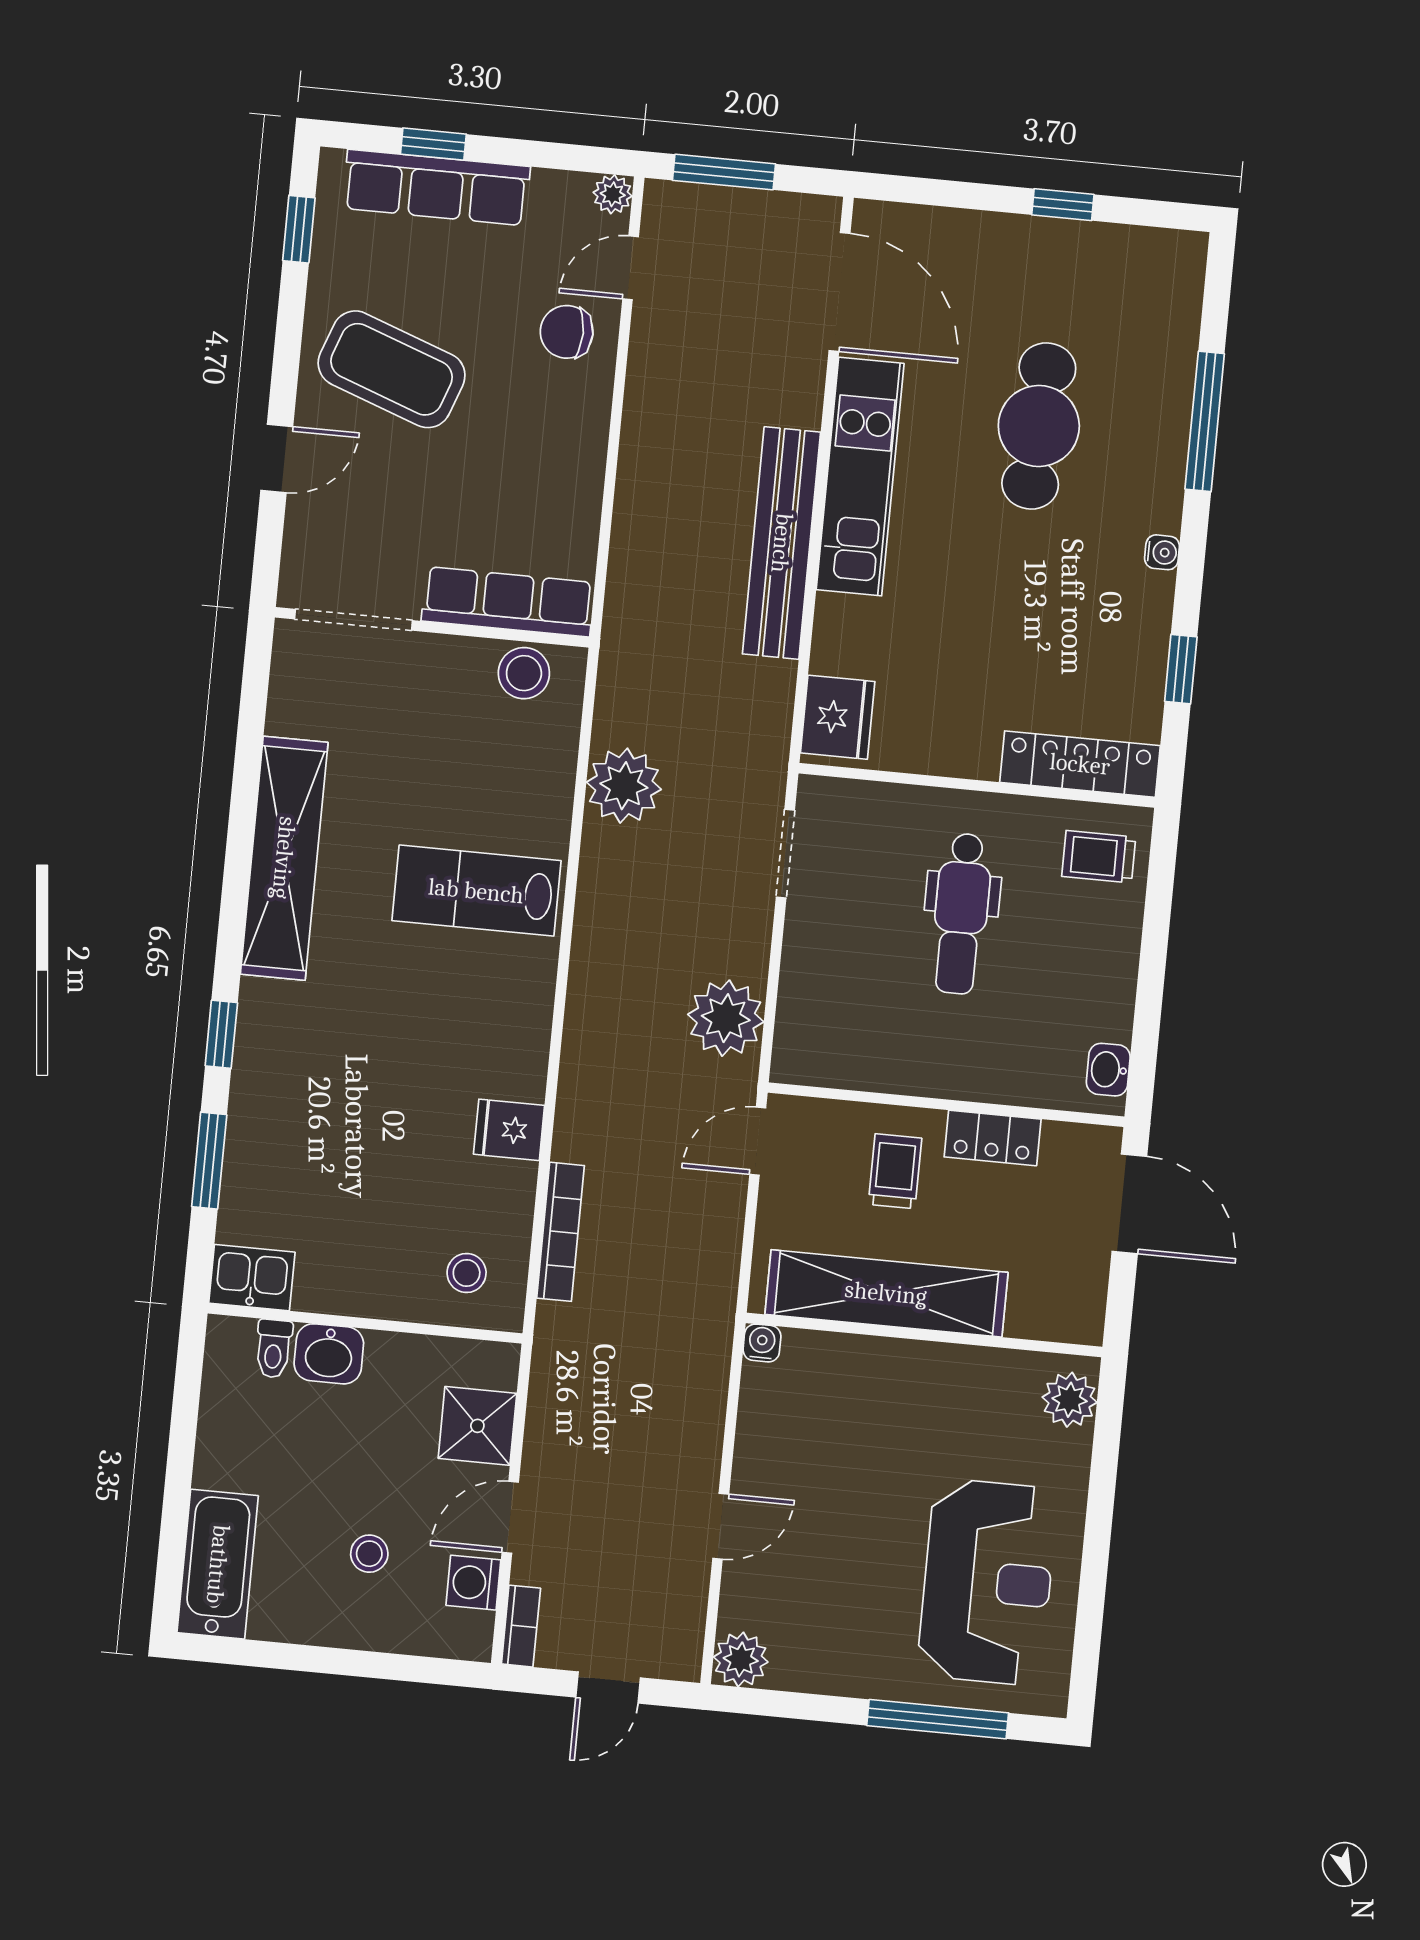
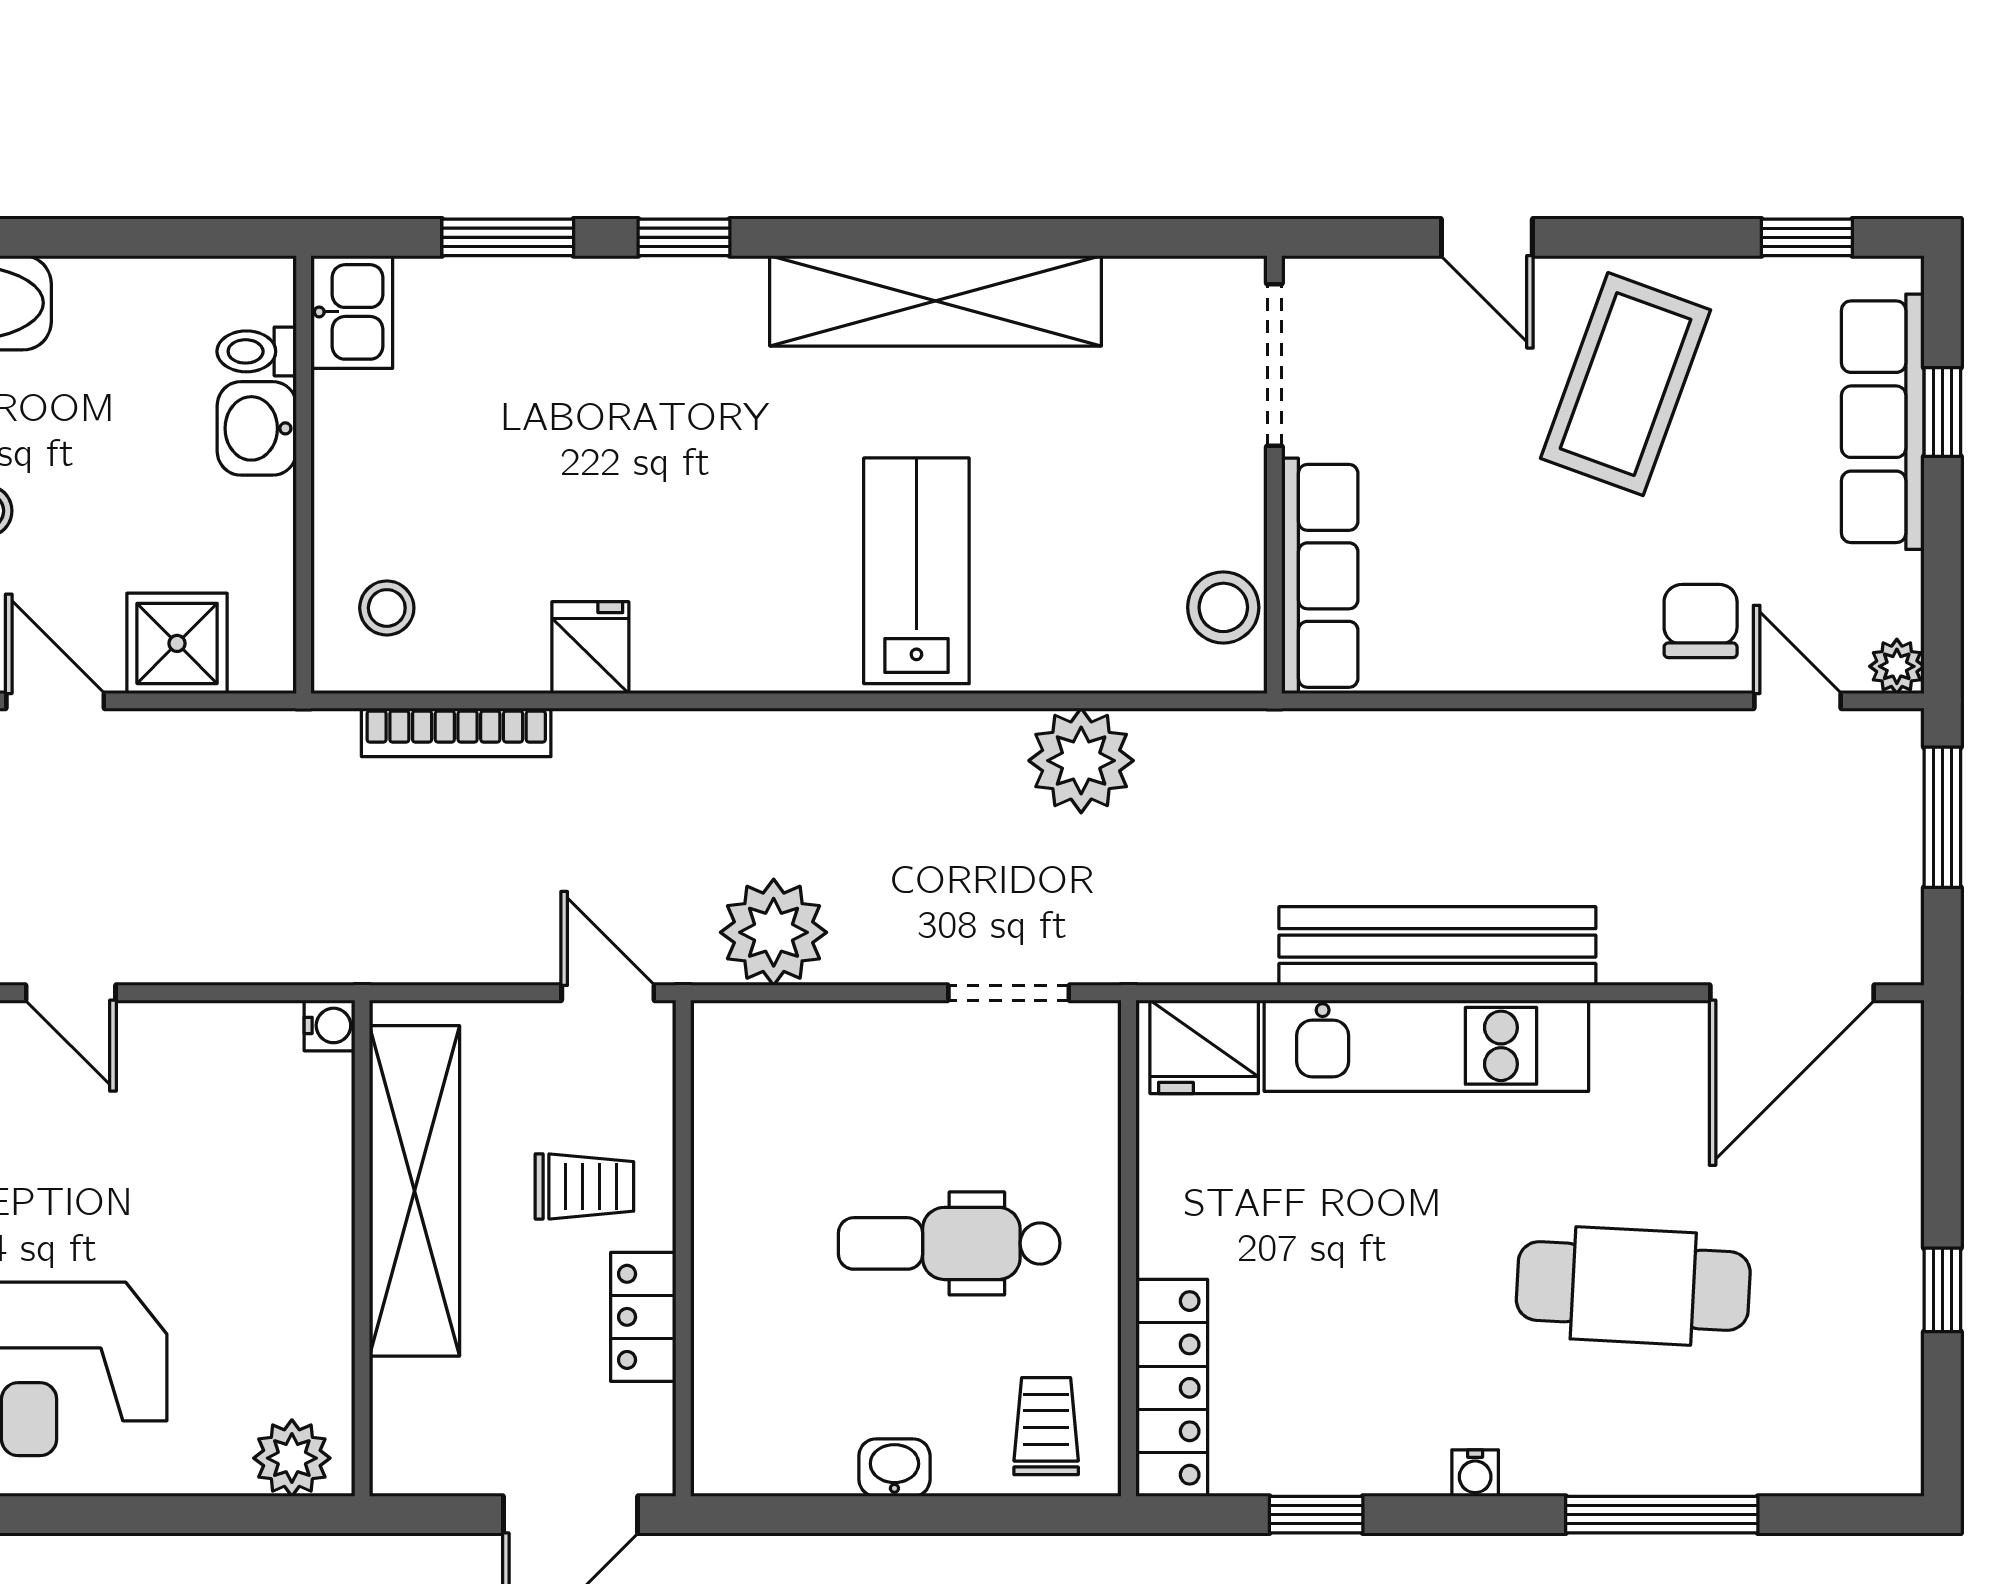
kitchen unit: (860, 476) -> (1426, 1046), moved
washbasin: (1108, 1070) -> (894, 1468), moved

